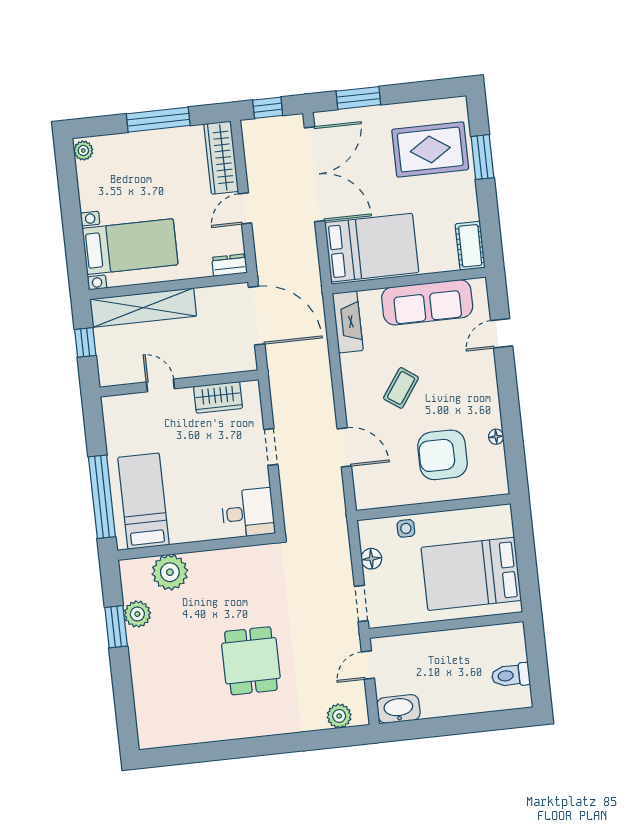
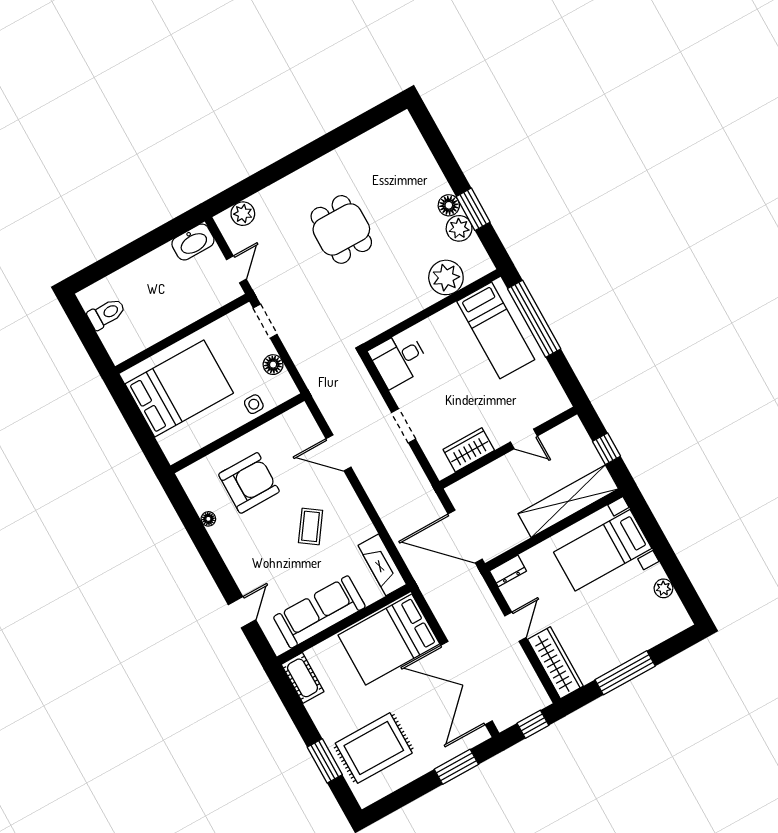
plant: (83, 151) -> (663, 588), moved
floor lamp: (138, 640) -> (449, 205), added

